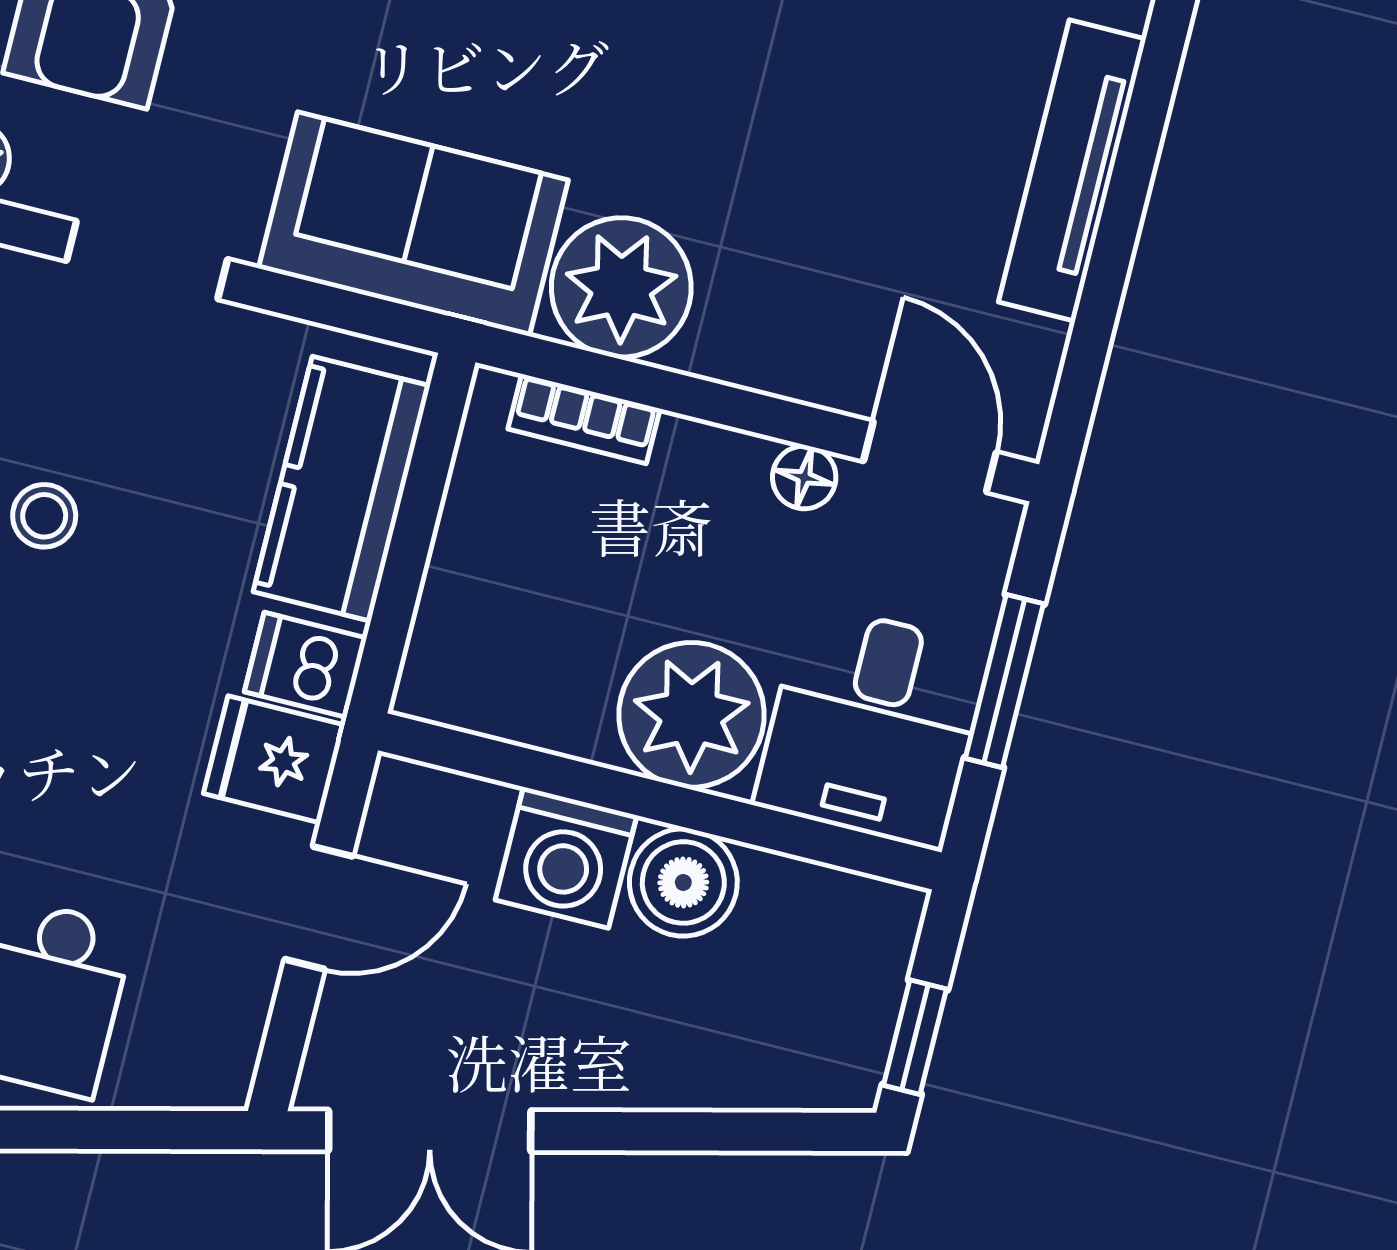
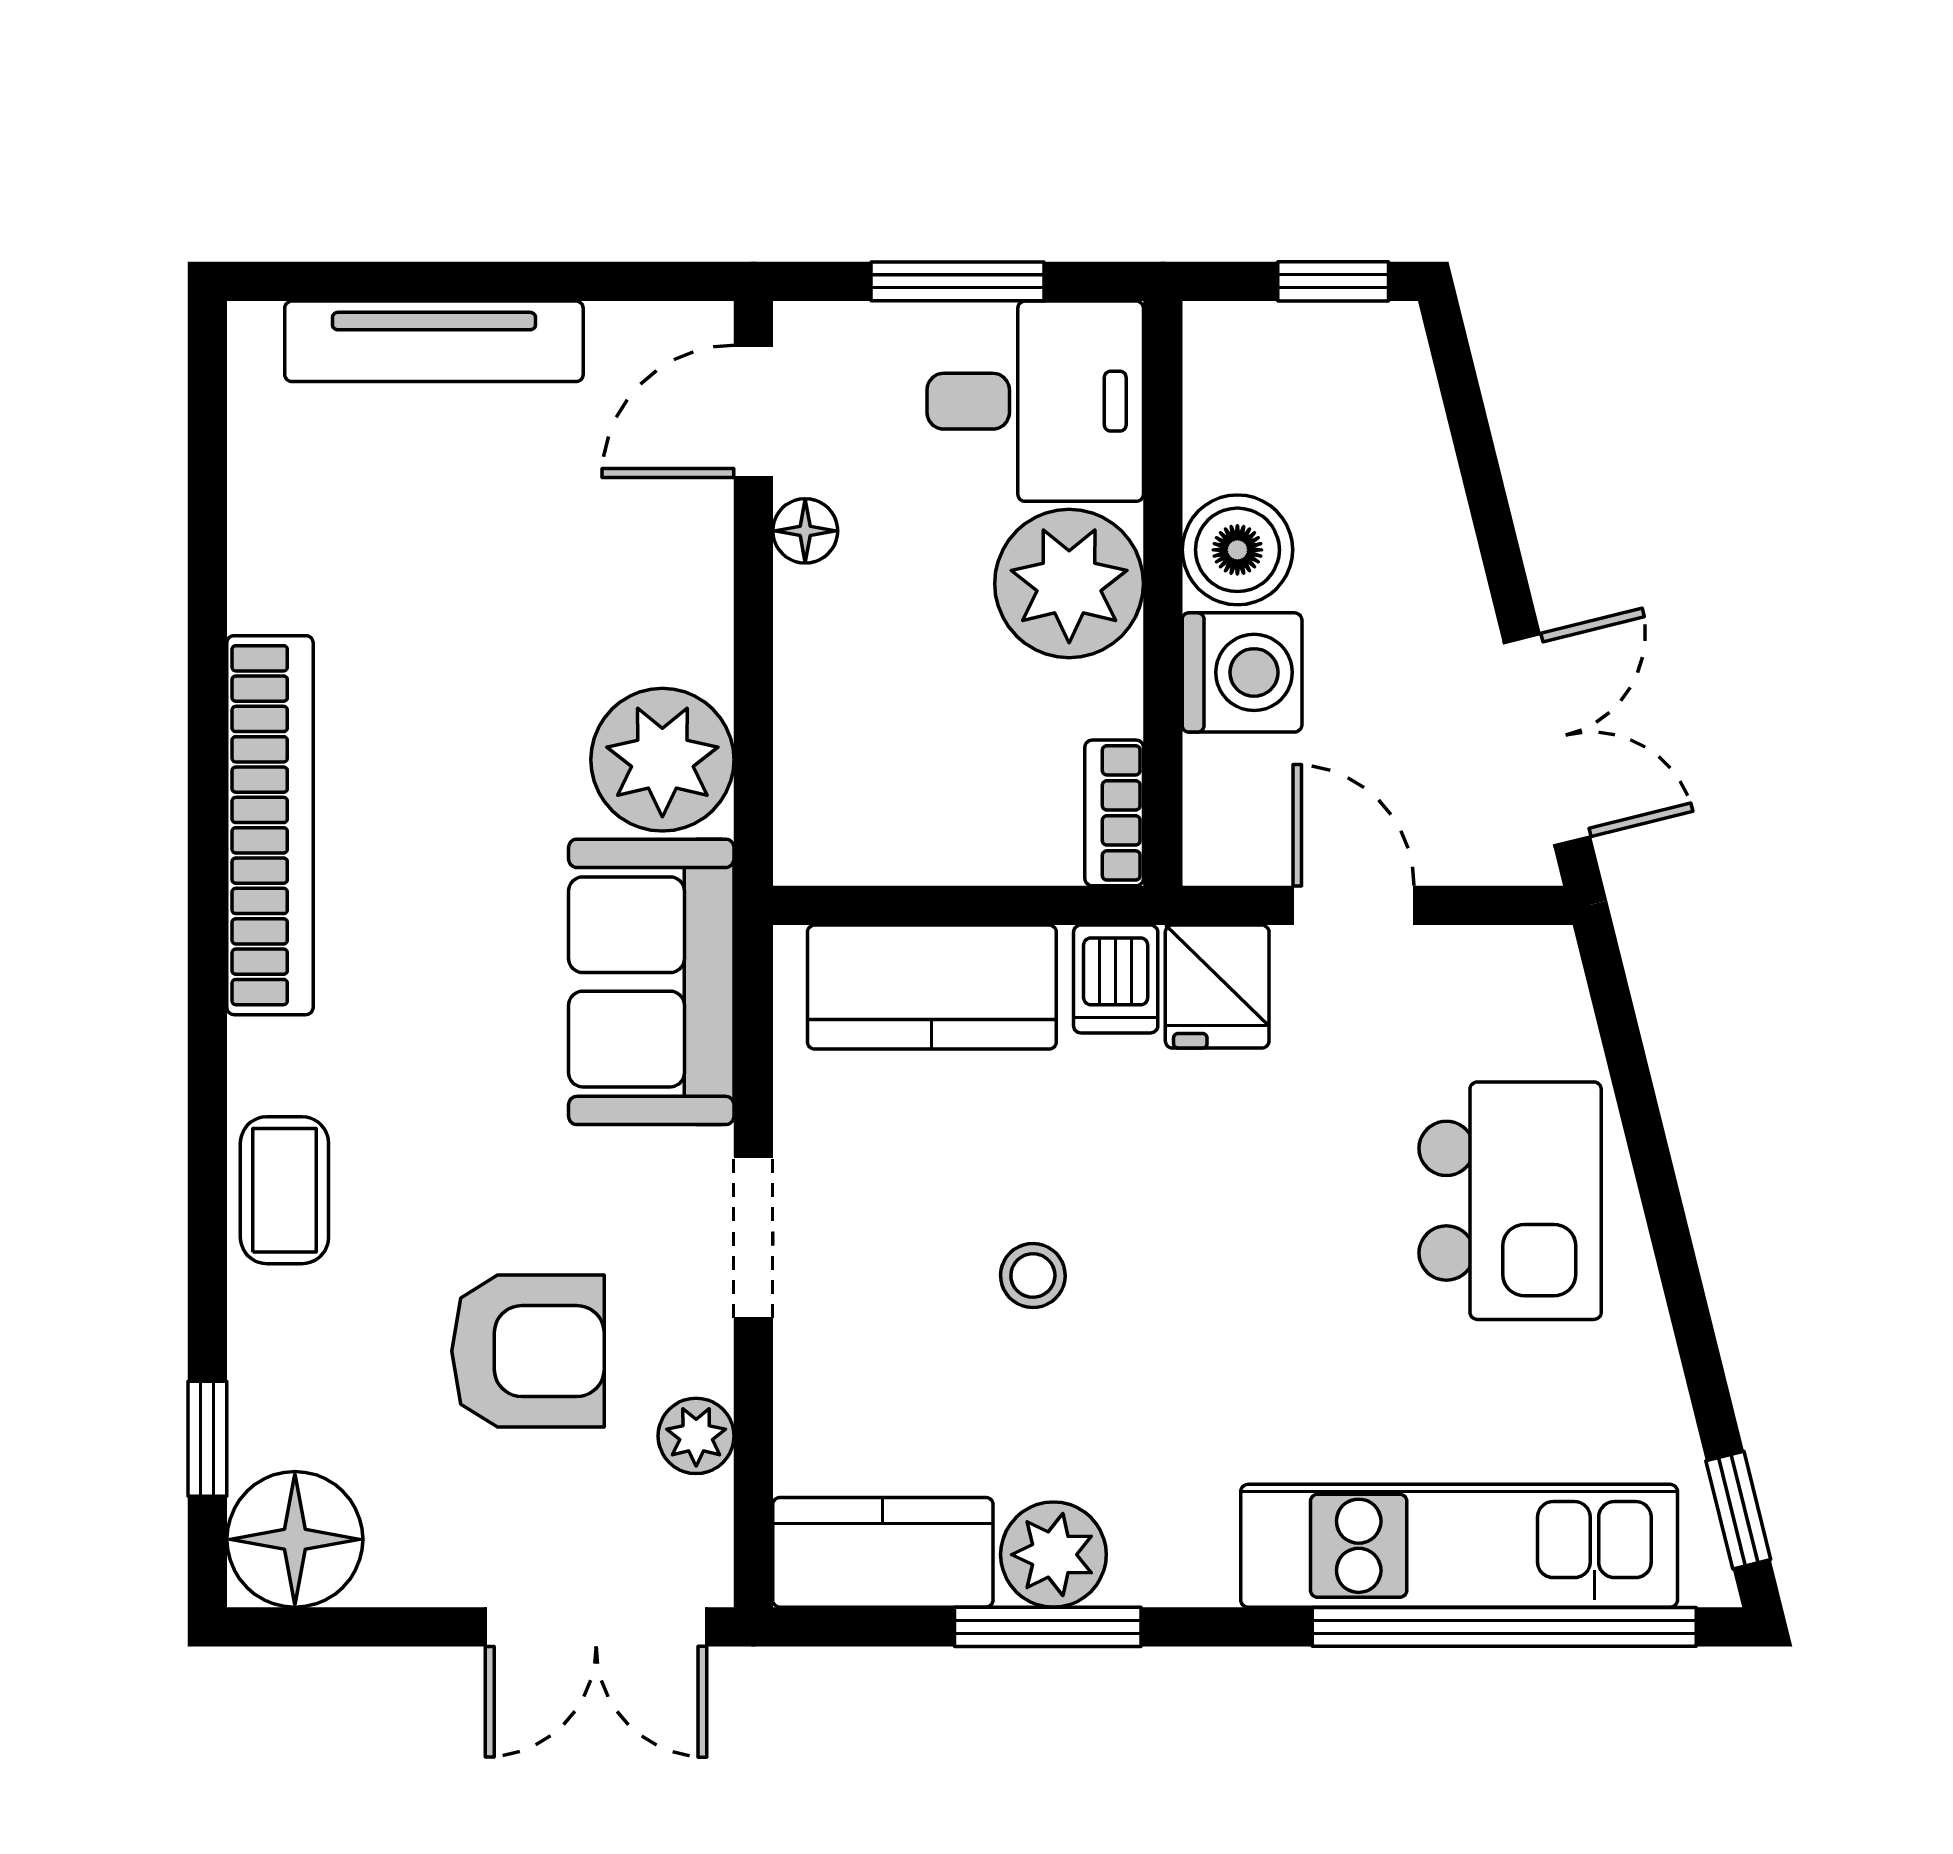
bookcase: (584, 419) -> (1114, 813), moved, turned 180

